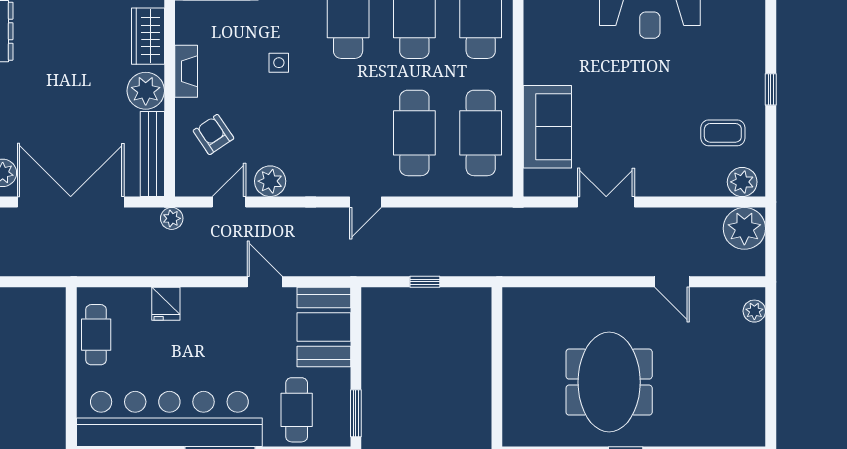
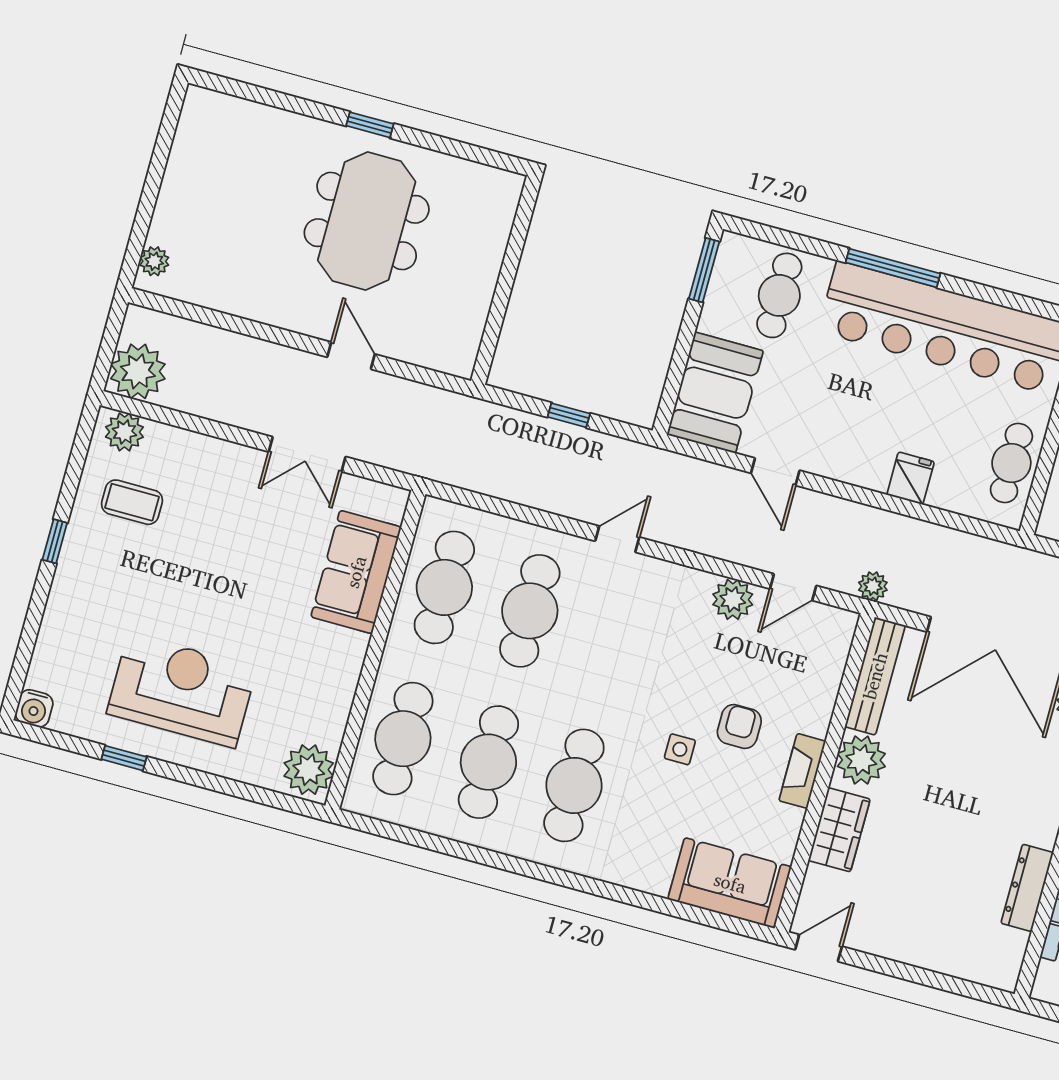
armchair: (213, 135) -> (739, 727), moved, turned -146
door: (672, 282) -> (351, 356), moved

